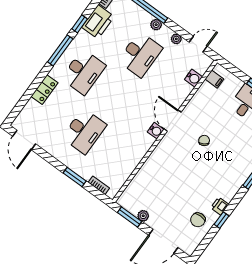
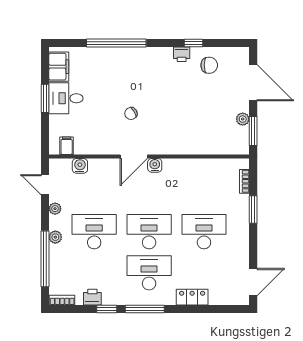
printer: (98, 22) -> (92, 297), width x0.53, depth x0.68
desk: (112, 93) -> (149, 232), added

